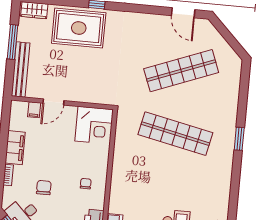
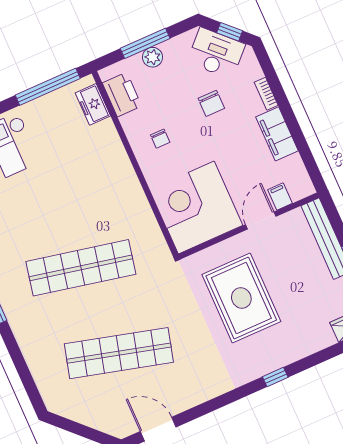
rug: (79, 28) -> (241, 298), moved, turned 90
shop shelf: (181, 71) -> (119, 353), turned 36
corner desk: (94, 125) -> (196, 207), width x1.36, depth x1.36

